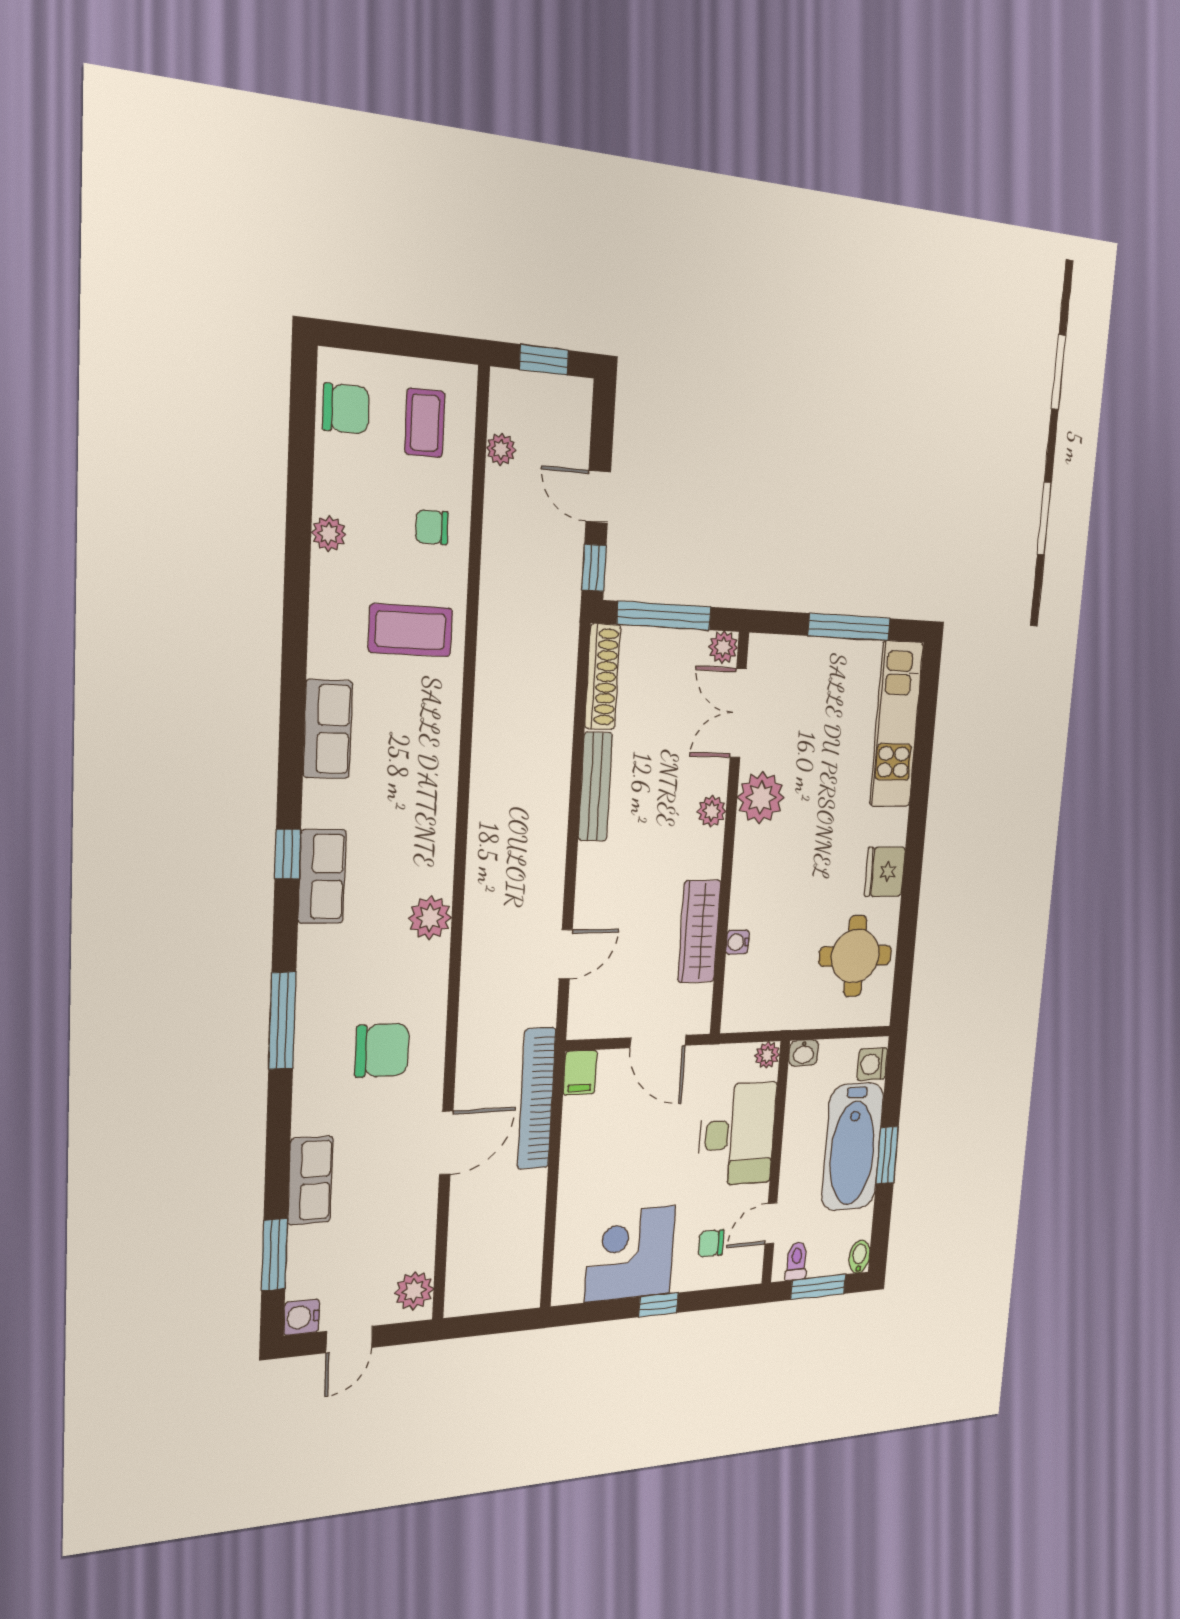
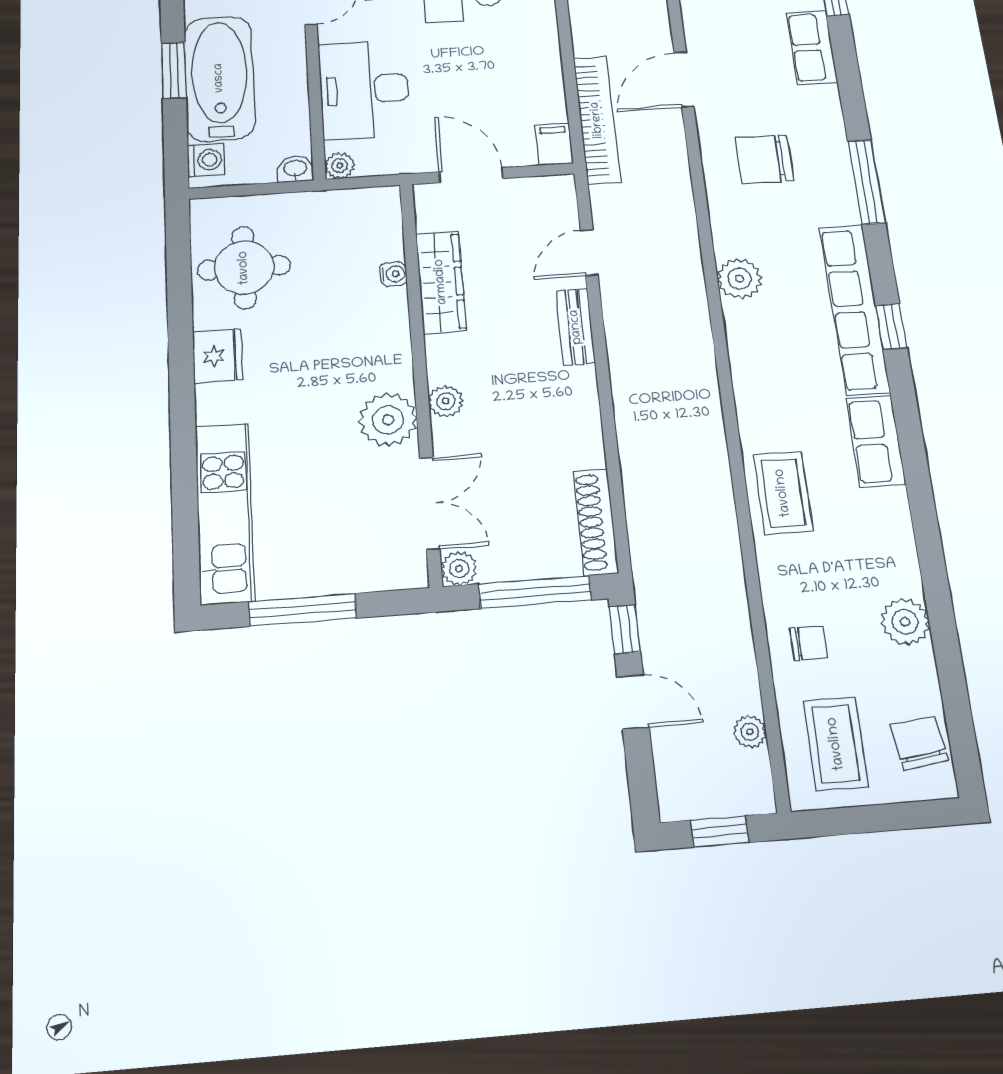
chair: (346, 409) -> (919, 743), turned 82
coffee table: (425, 423) -> (836, 744), width x1.36, depth x1.30
plant: (329, 534) -> (905, 622), width x1.38, depth x1.38
coffee table: (411, 630) -> (783, 493), moved, turned 90
bench: (595, 787) -> (576, 327), moved, width x0.73
row of seats: (322, 876) -> (854, 309), width x2.02

